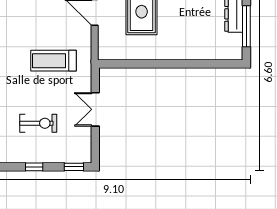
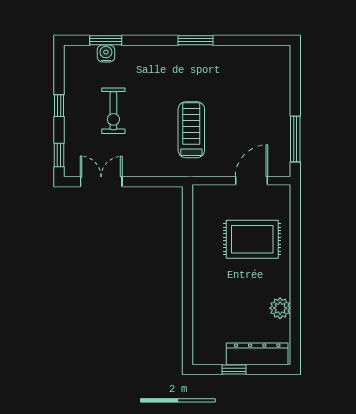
window: (246, 26) -> (234, 370), width x0.46
double door: (95, 109) -> (101, 182), moved

